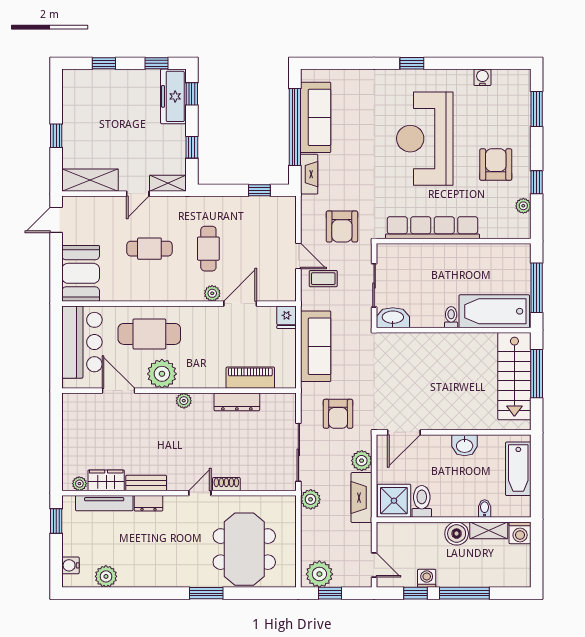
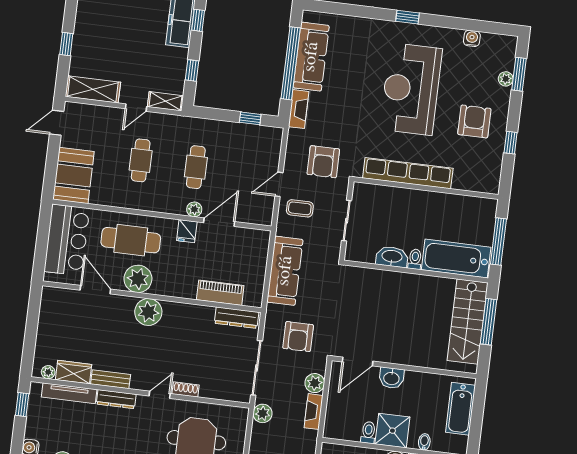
plant: (523, 206) -> (506, 79), moved
cafe table: (149, 249) -> (141, 160), turned 90
door: (298, 256) -> (279, 184), swing flipped
fridge: (286, 317) -> (187, 231), moved
washbasin: (393, 318) -> (392, 257), moved
plant: (184, 401) -> (148, 312), width x1.87, depth x1.87
dresser: (237, 402) -> (237, 318), moved
washbasin: (465, 445) -> (391, 378), moved
fireplace: (362, 498) -> (314, 412), width x0.73, depth x0.76
shower: (394, 501) -> (392, 431), moved
toilet: (422, 501) -> (368, 433), width x0.73, depth x0.72
dresser: (148, 503) -> (116, 399), width x1.44

